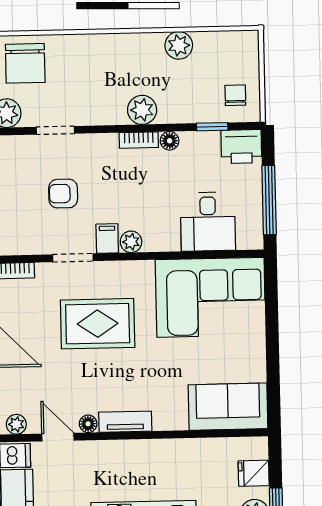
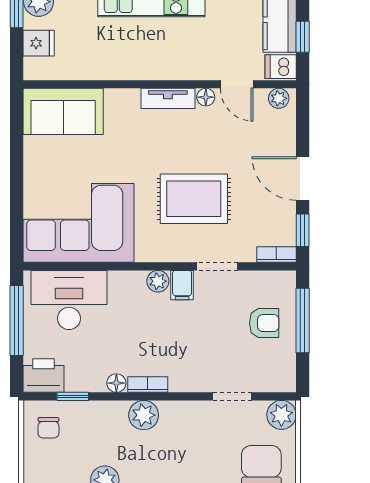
armchair: (63, 194) -> (264, 323), moved
desk: (208, 222) -> (69, 300), width x1.37

